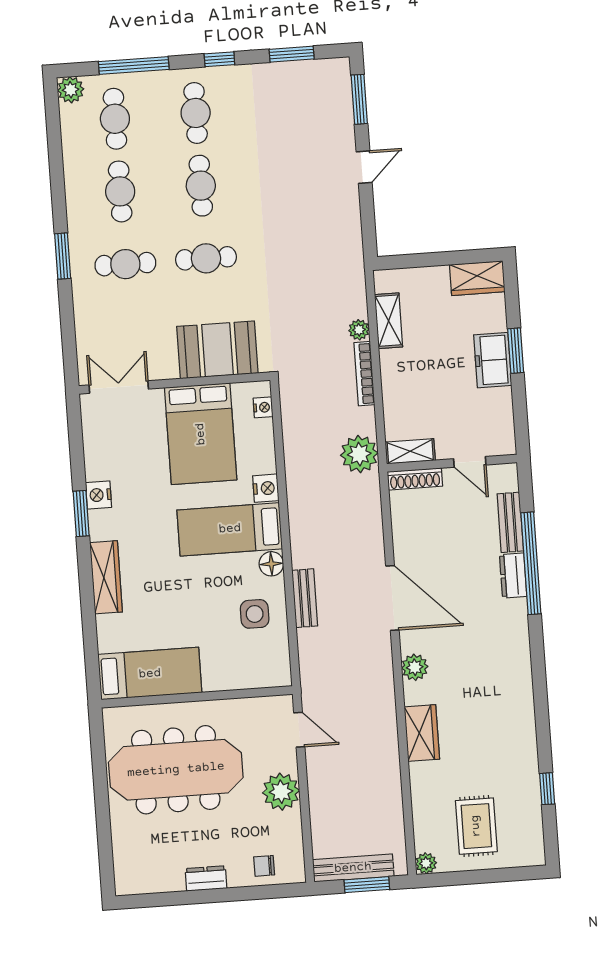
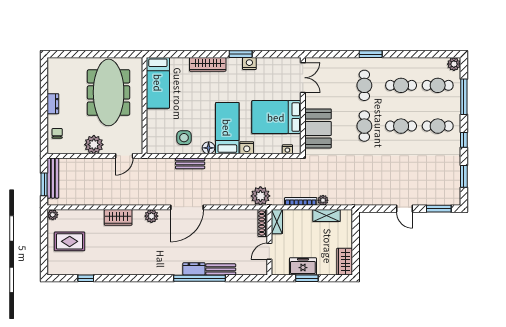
shelving: (410, 451) -> (277, 222), moved
door: (470, 462) -> (269, 251), moved
wall: (452, 463) -> (269, 242), moved
shoe rack: (415, 479) -> (263, 223), moved

